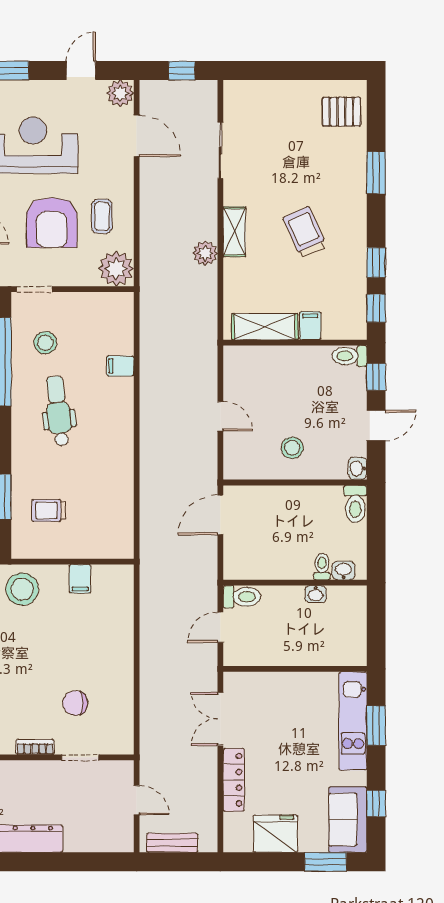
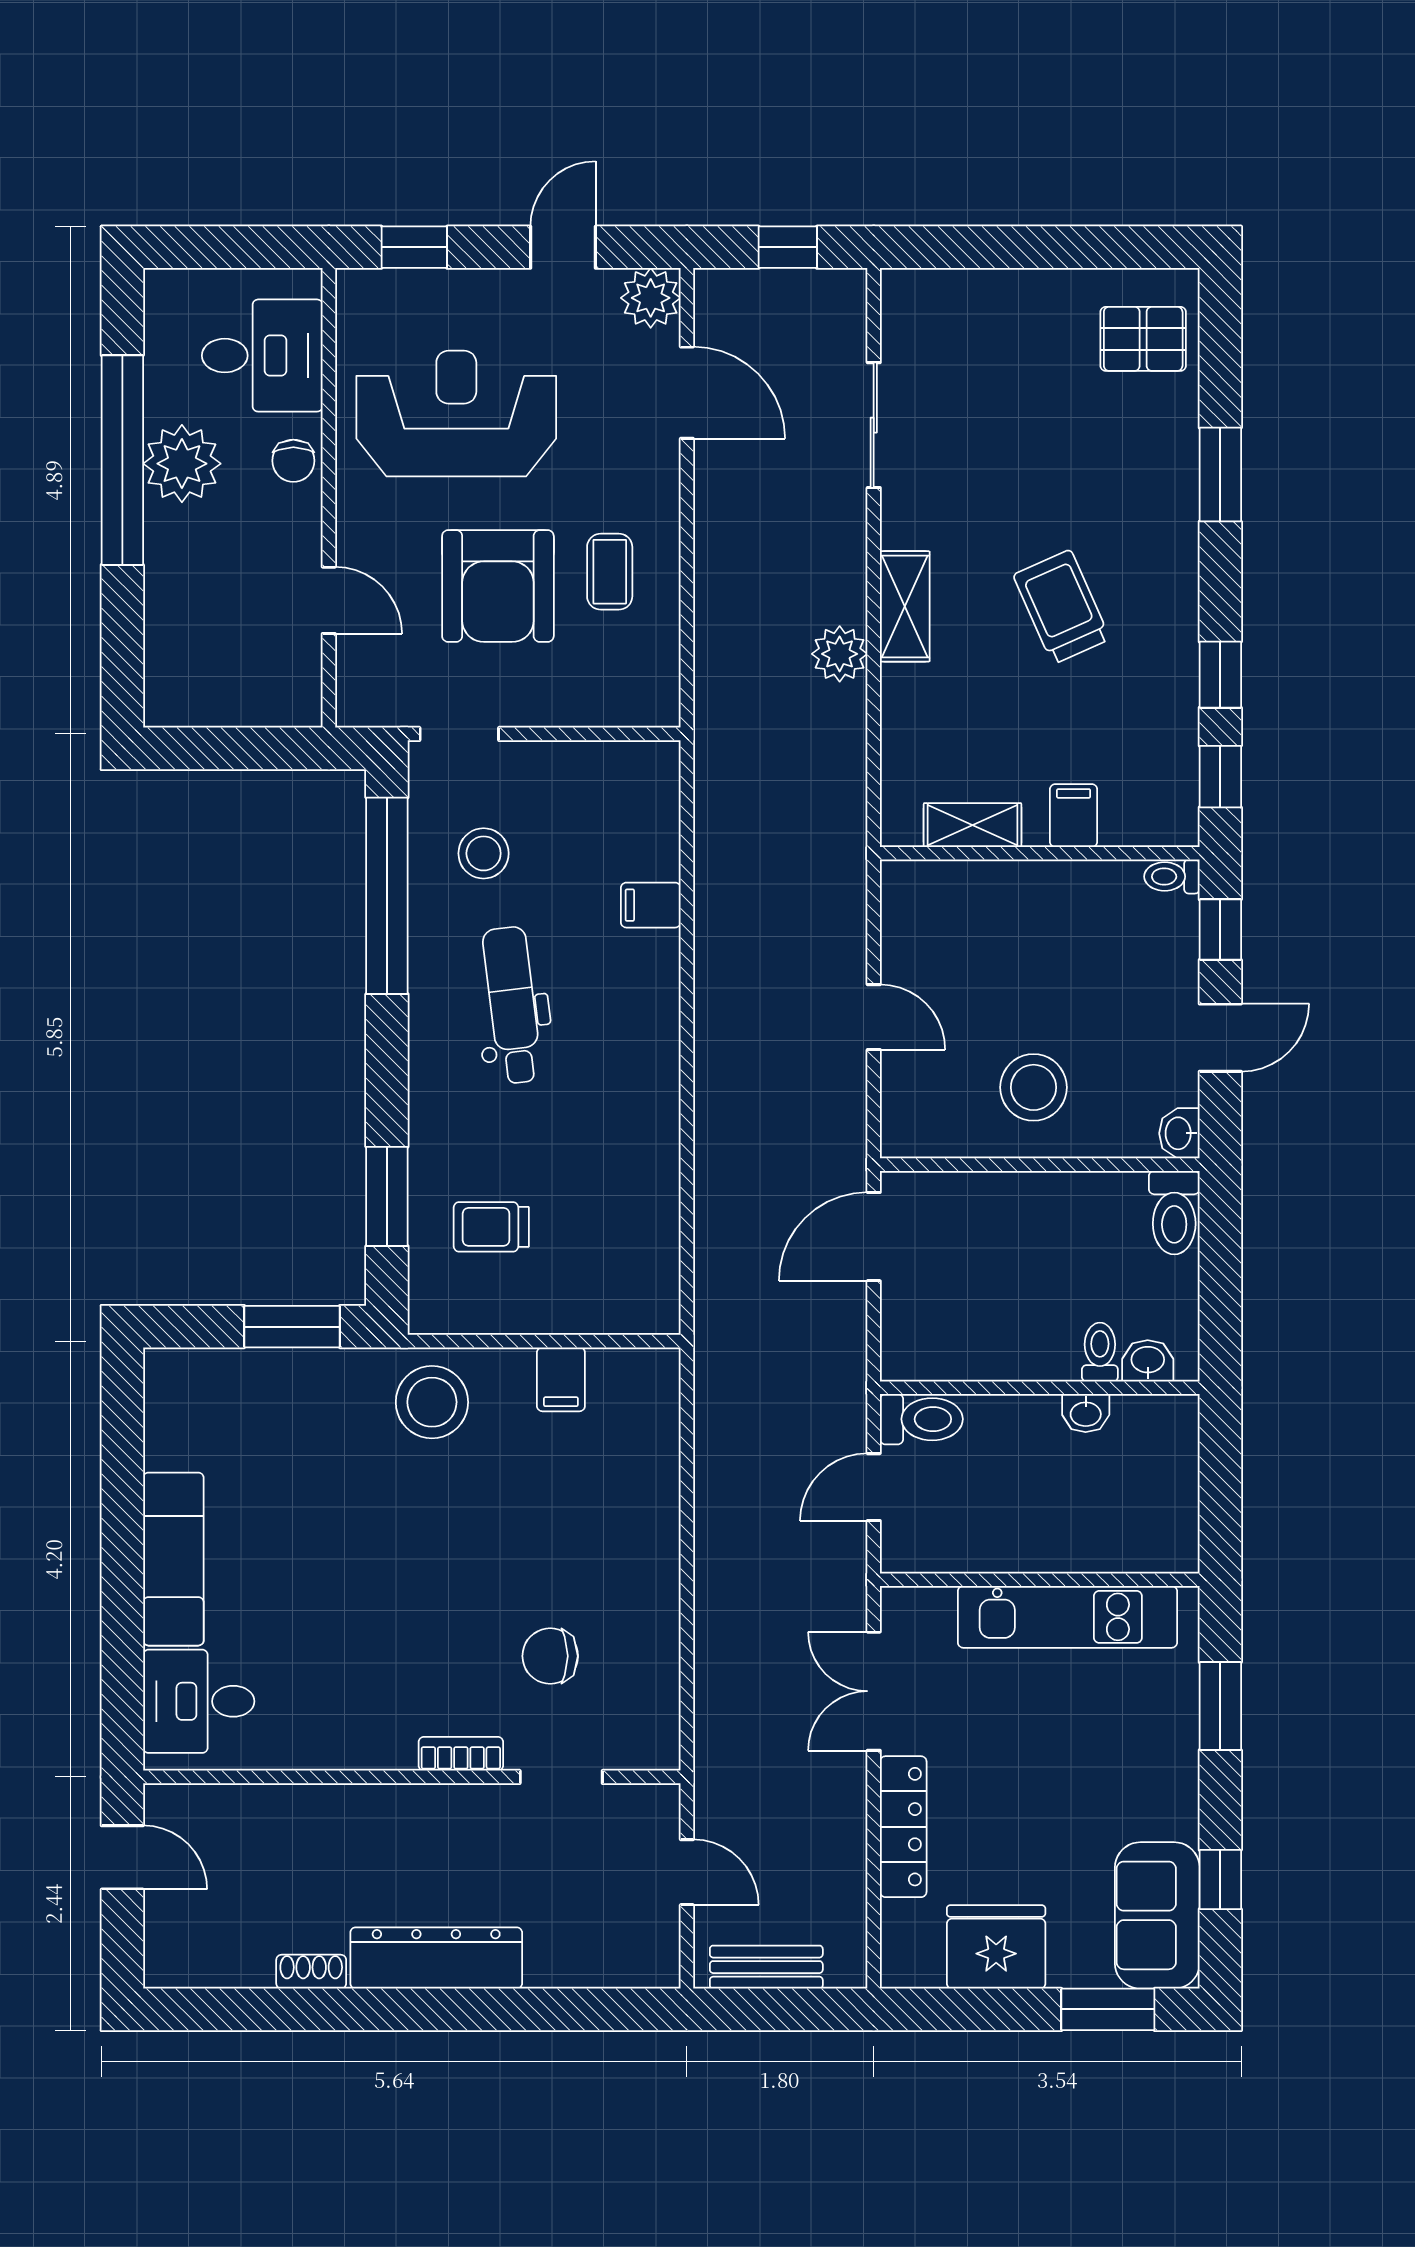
plant: (116, 269) -> (641, 688), removed
shelving: (265, 327) -> (973, 825), width x0.67, depth x0.75
toilet: (350, 356) -> (1172, 877), width x0.73, depth x0.72
stool: (292, 448) -> (1034, 1087), width x1.38, depth x1.38
kitchen unit: (353, 721) -> (1067, 1617), moved, turned -90

